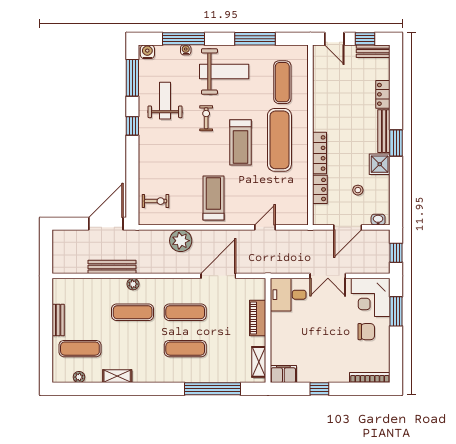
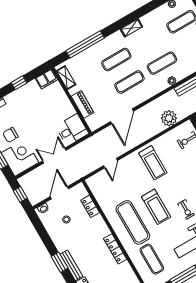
treadmill: (241, 142) -> (156, 207), turned 180
locker: (320, 153) -> (115, 249), moved
shower: (380, 164) -> (62, 243), removed
plant: (181, 241) -> (169, 118), moved
shelving: (117, 376) -> (131, 28), moved

